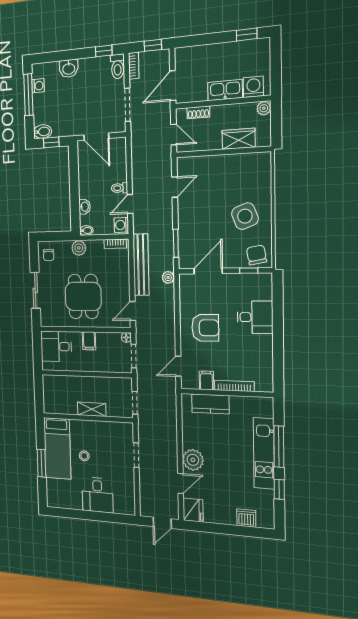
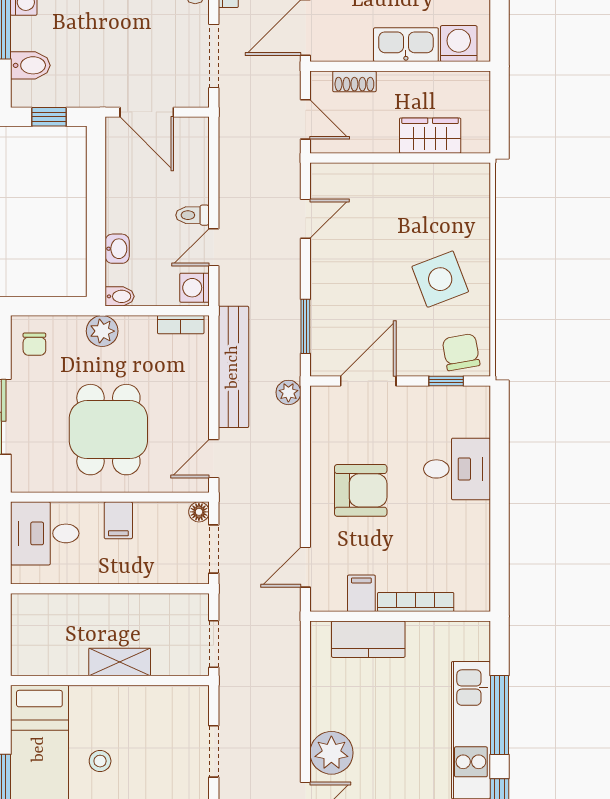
plant: (264, 108) -> (477, 84), removed
bidet: (43, 132) -> (30, 65), moved

